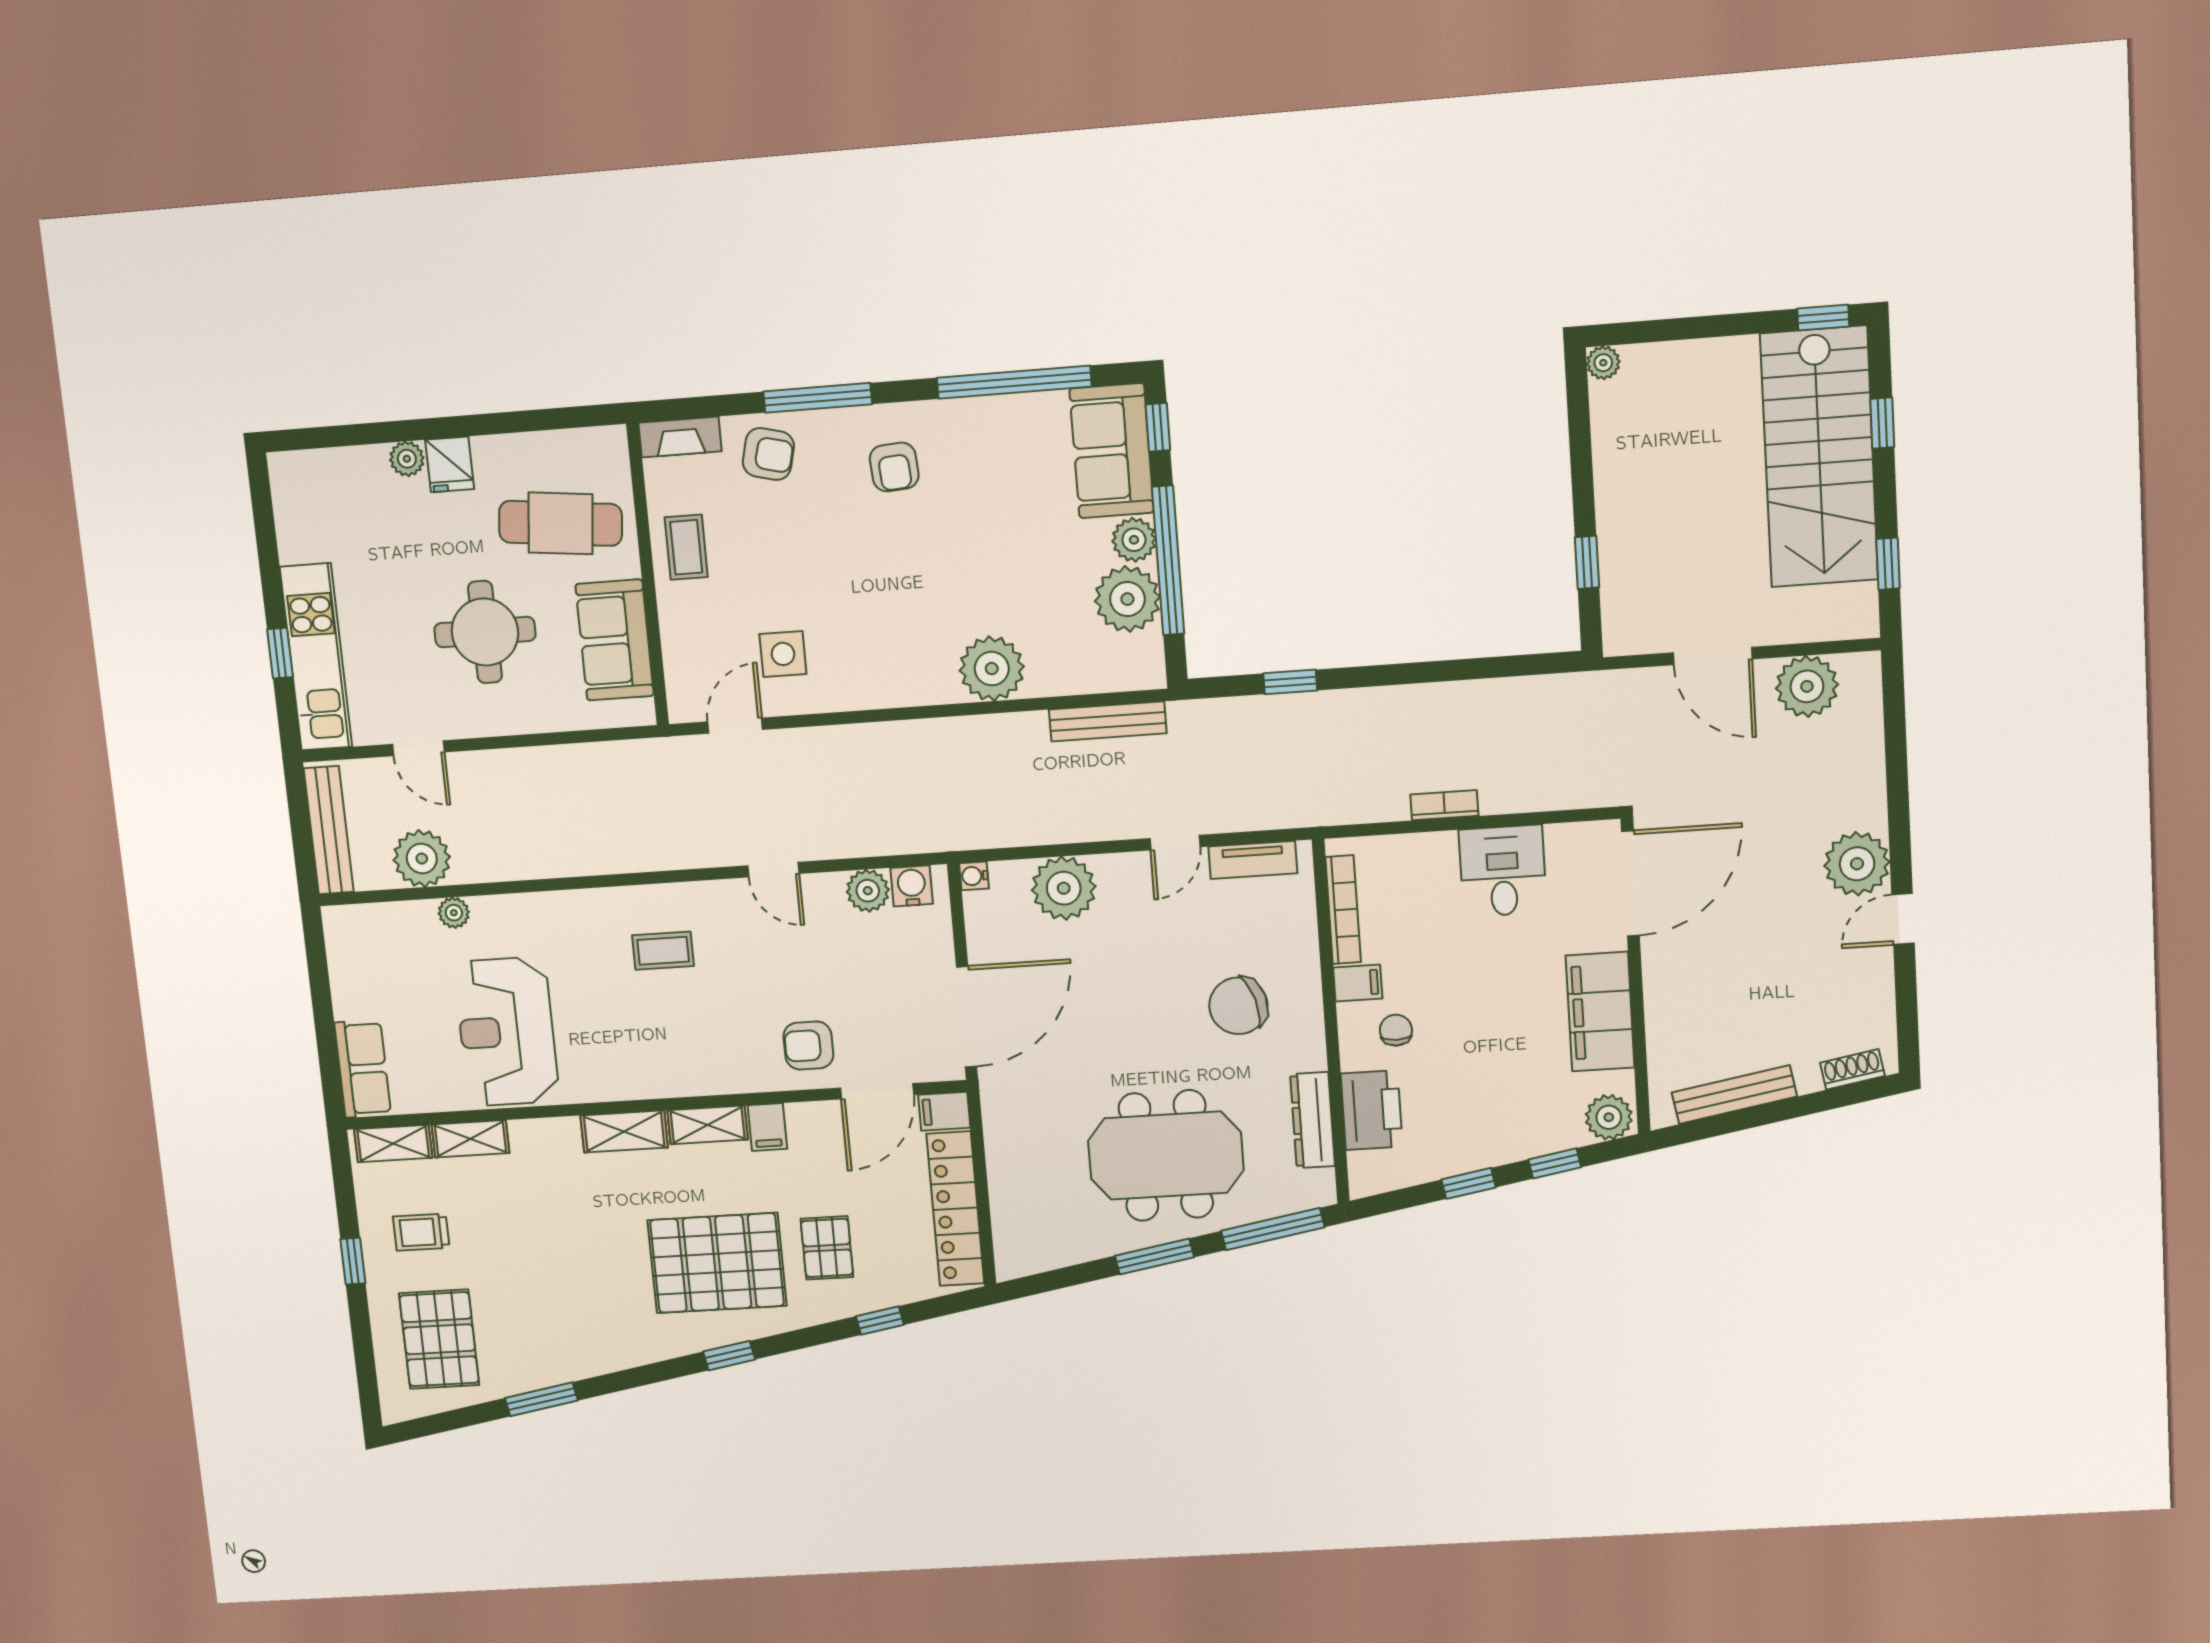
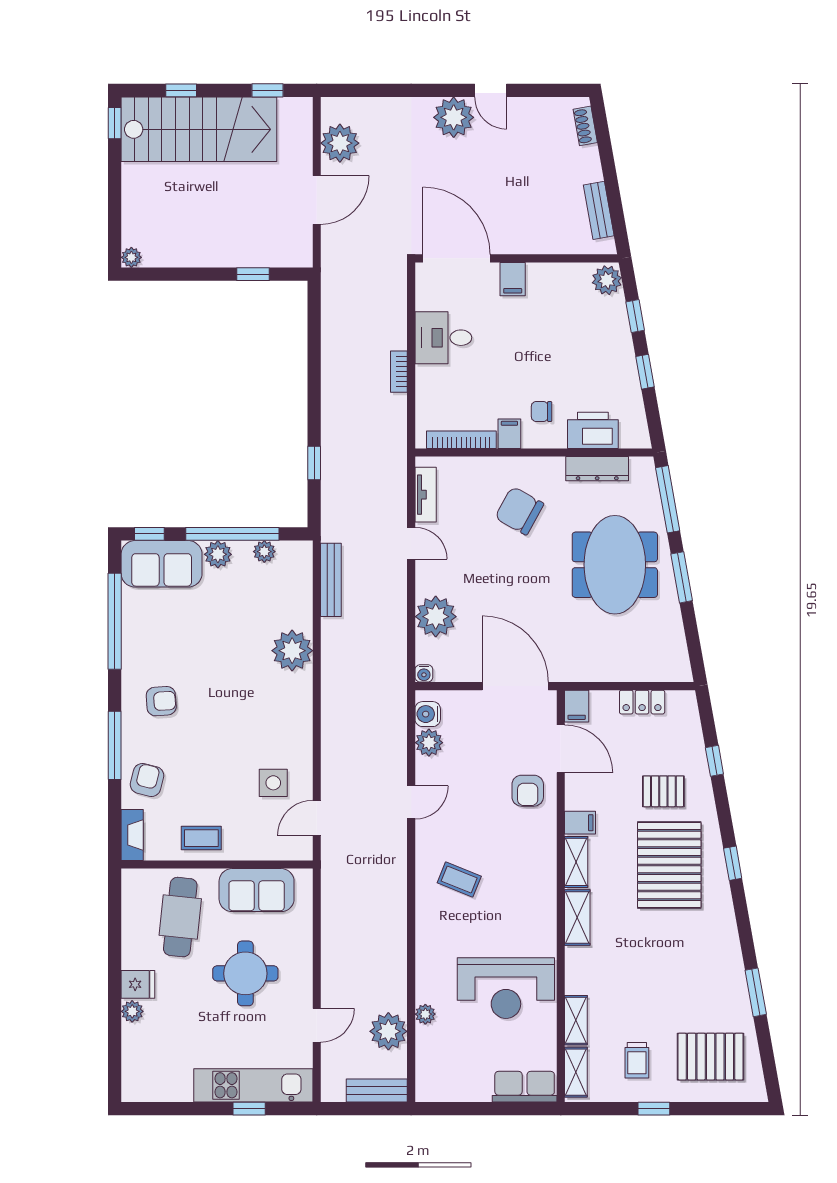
plant: (1127, 599) -> (264, 552), width x0.53, depth x0.53
door: (735, 726) -> (317, 818), hinge flipped
bench: (329, 830) -> (377, 1090), width x0.73
coffee table: (663, 951) -> (459, 879), turned -68
chair: (1238, 1006) -> (519, 511), turned 136
filing cabinet: (1600, 1012) -> (513, 279), width x0.33, depth x0.86
bench: (1734, 1095) -> (599, 210), width x0.73
locker: (955, 1209) -> (642, 702), width x0.46, depth x0.83

